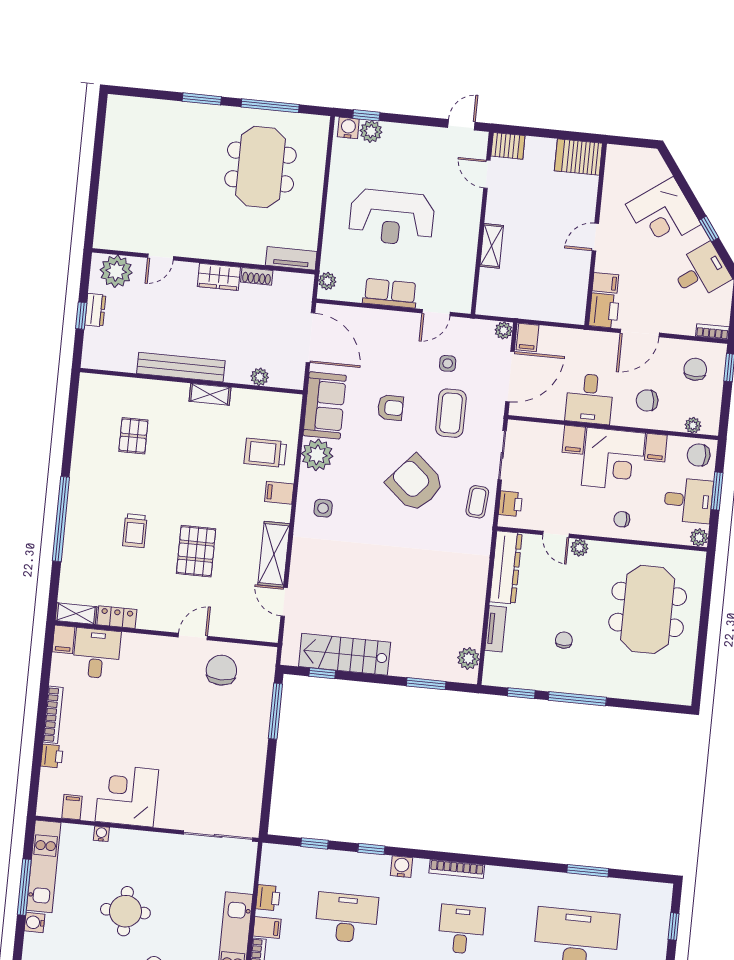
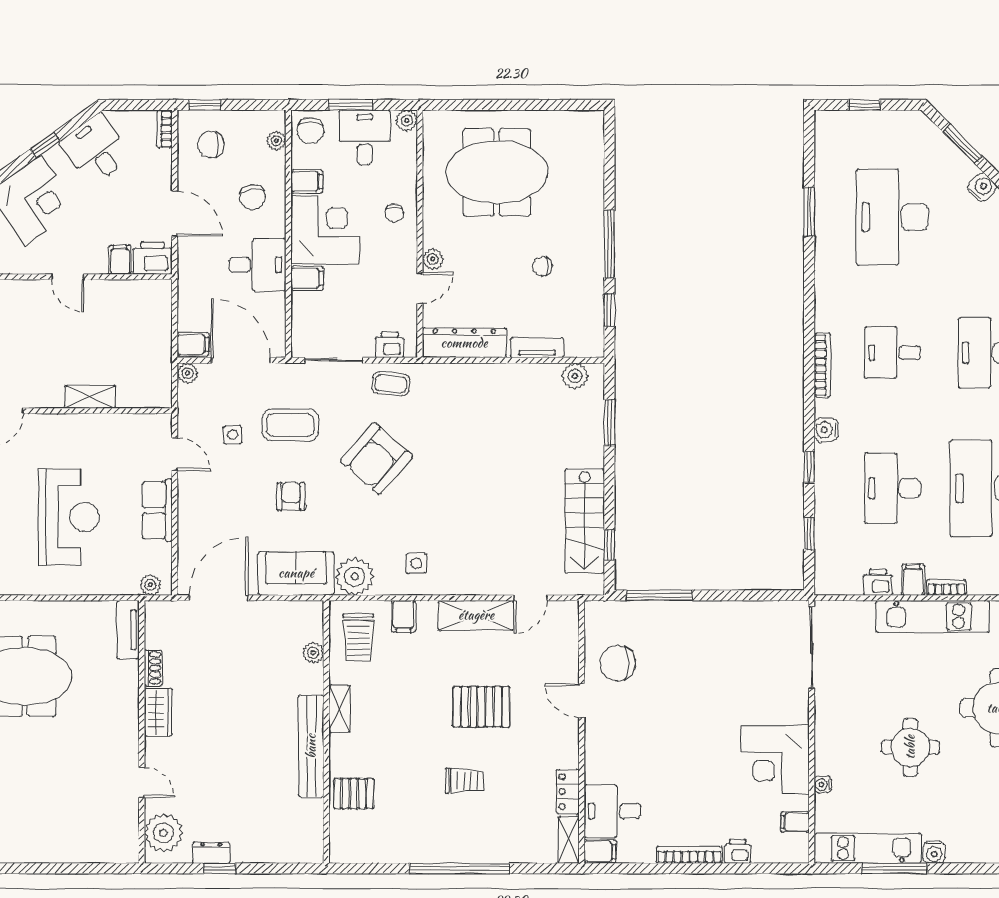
bench: (181, 367) -> (311, 746), moved
plant: (260, 377) -> (313, 653), moved
wall: (192, 381) -> (326, 732), moved
shelving: (210, 394) -> (339, 709), moved

